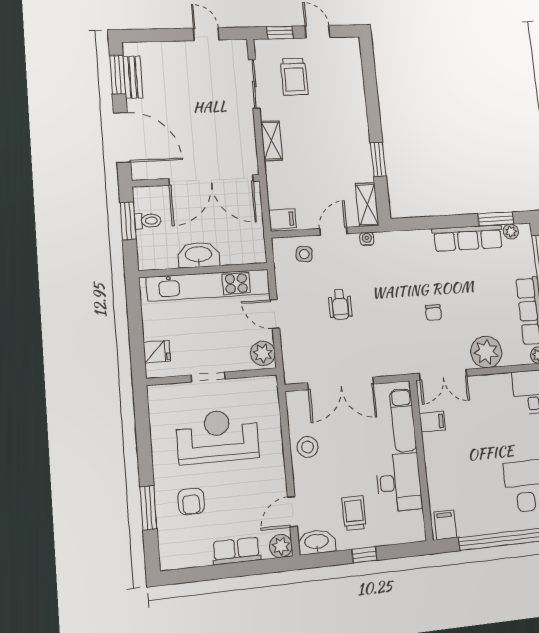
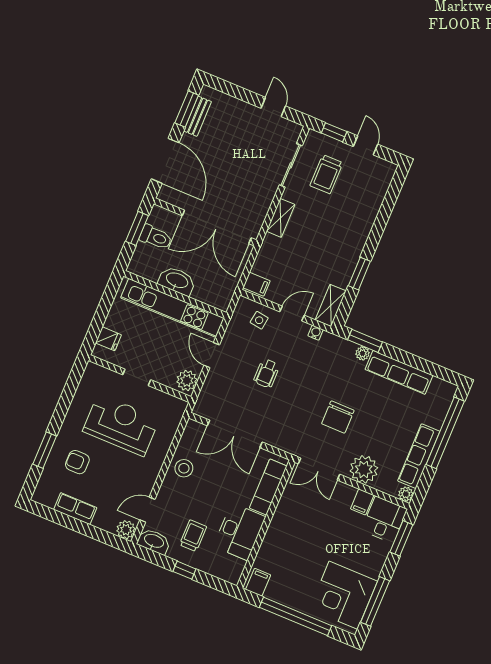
window: (496, 219) -> (365, 341), moved
toilet: (148, 221) -> (156, 237), width x1.37, depth x1.39
plant: (511, 232) -> (363, 353), moved
chair: (433, 312) -> (338, 417), width x1.87, depth x1.87
filing cabinet: (432, 422) -> (362, 502), moved, turned 90
armchair: (191, 501) -> (77, 462), turned 90
row of seats: (236, 551) -> (75, 509), moved

